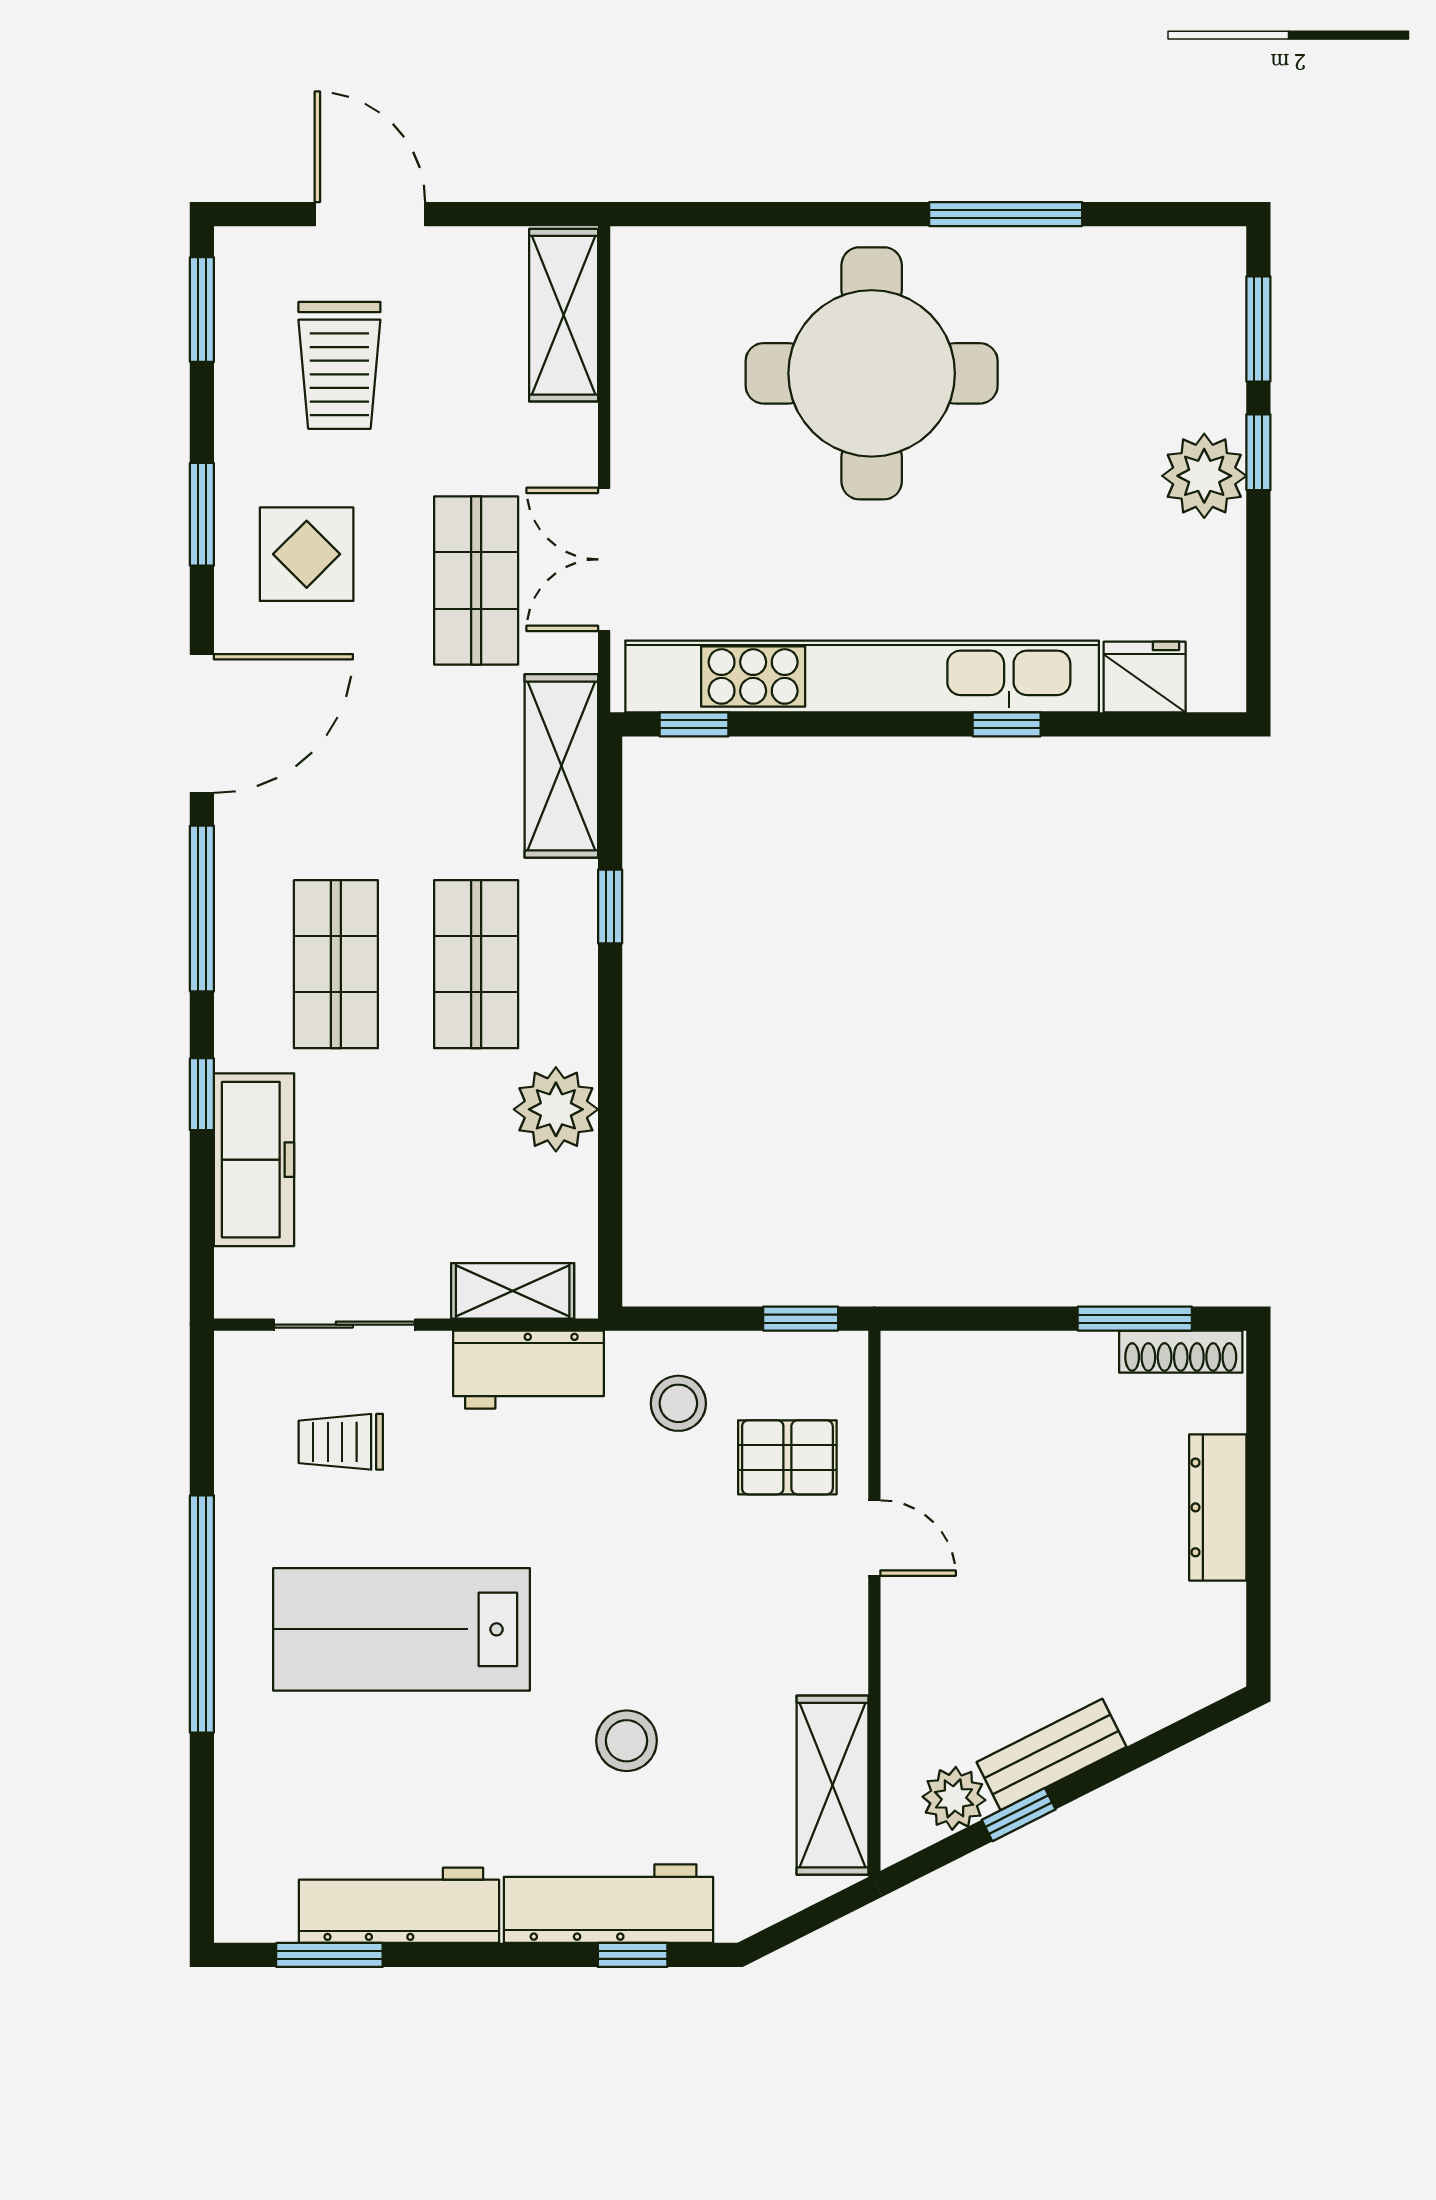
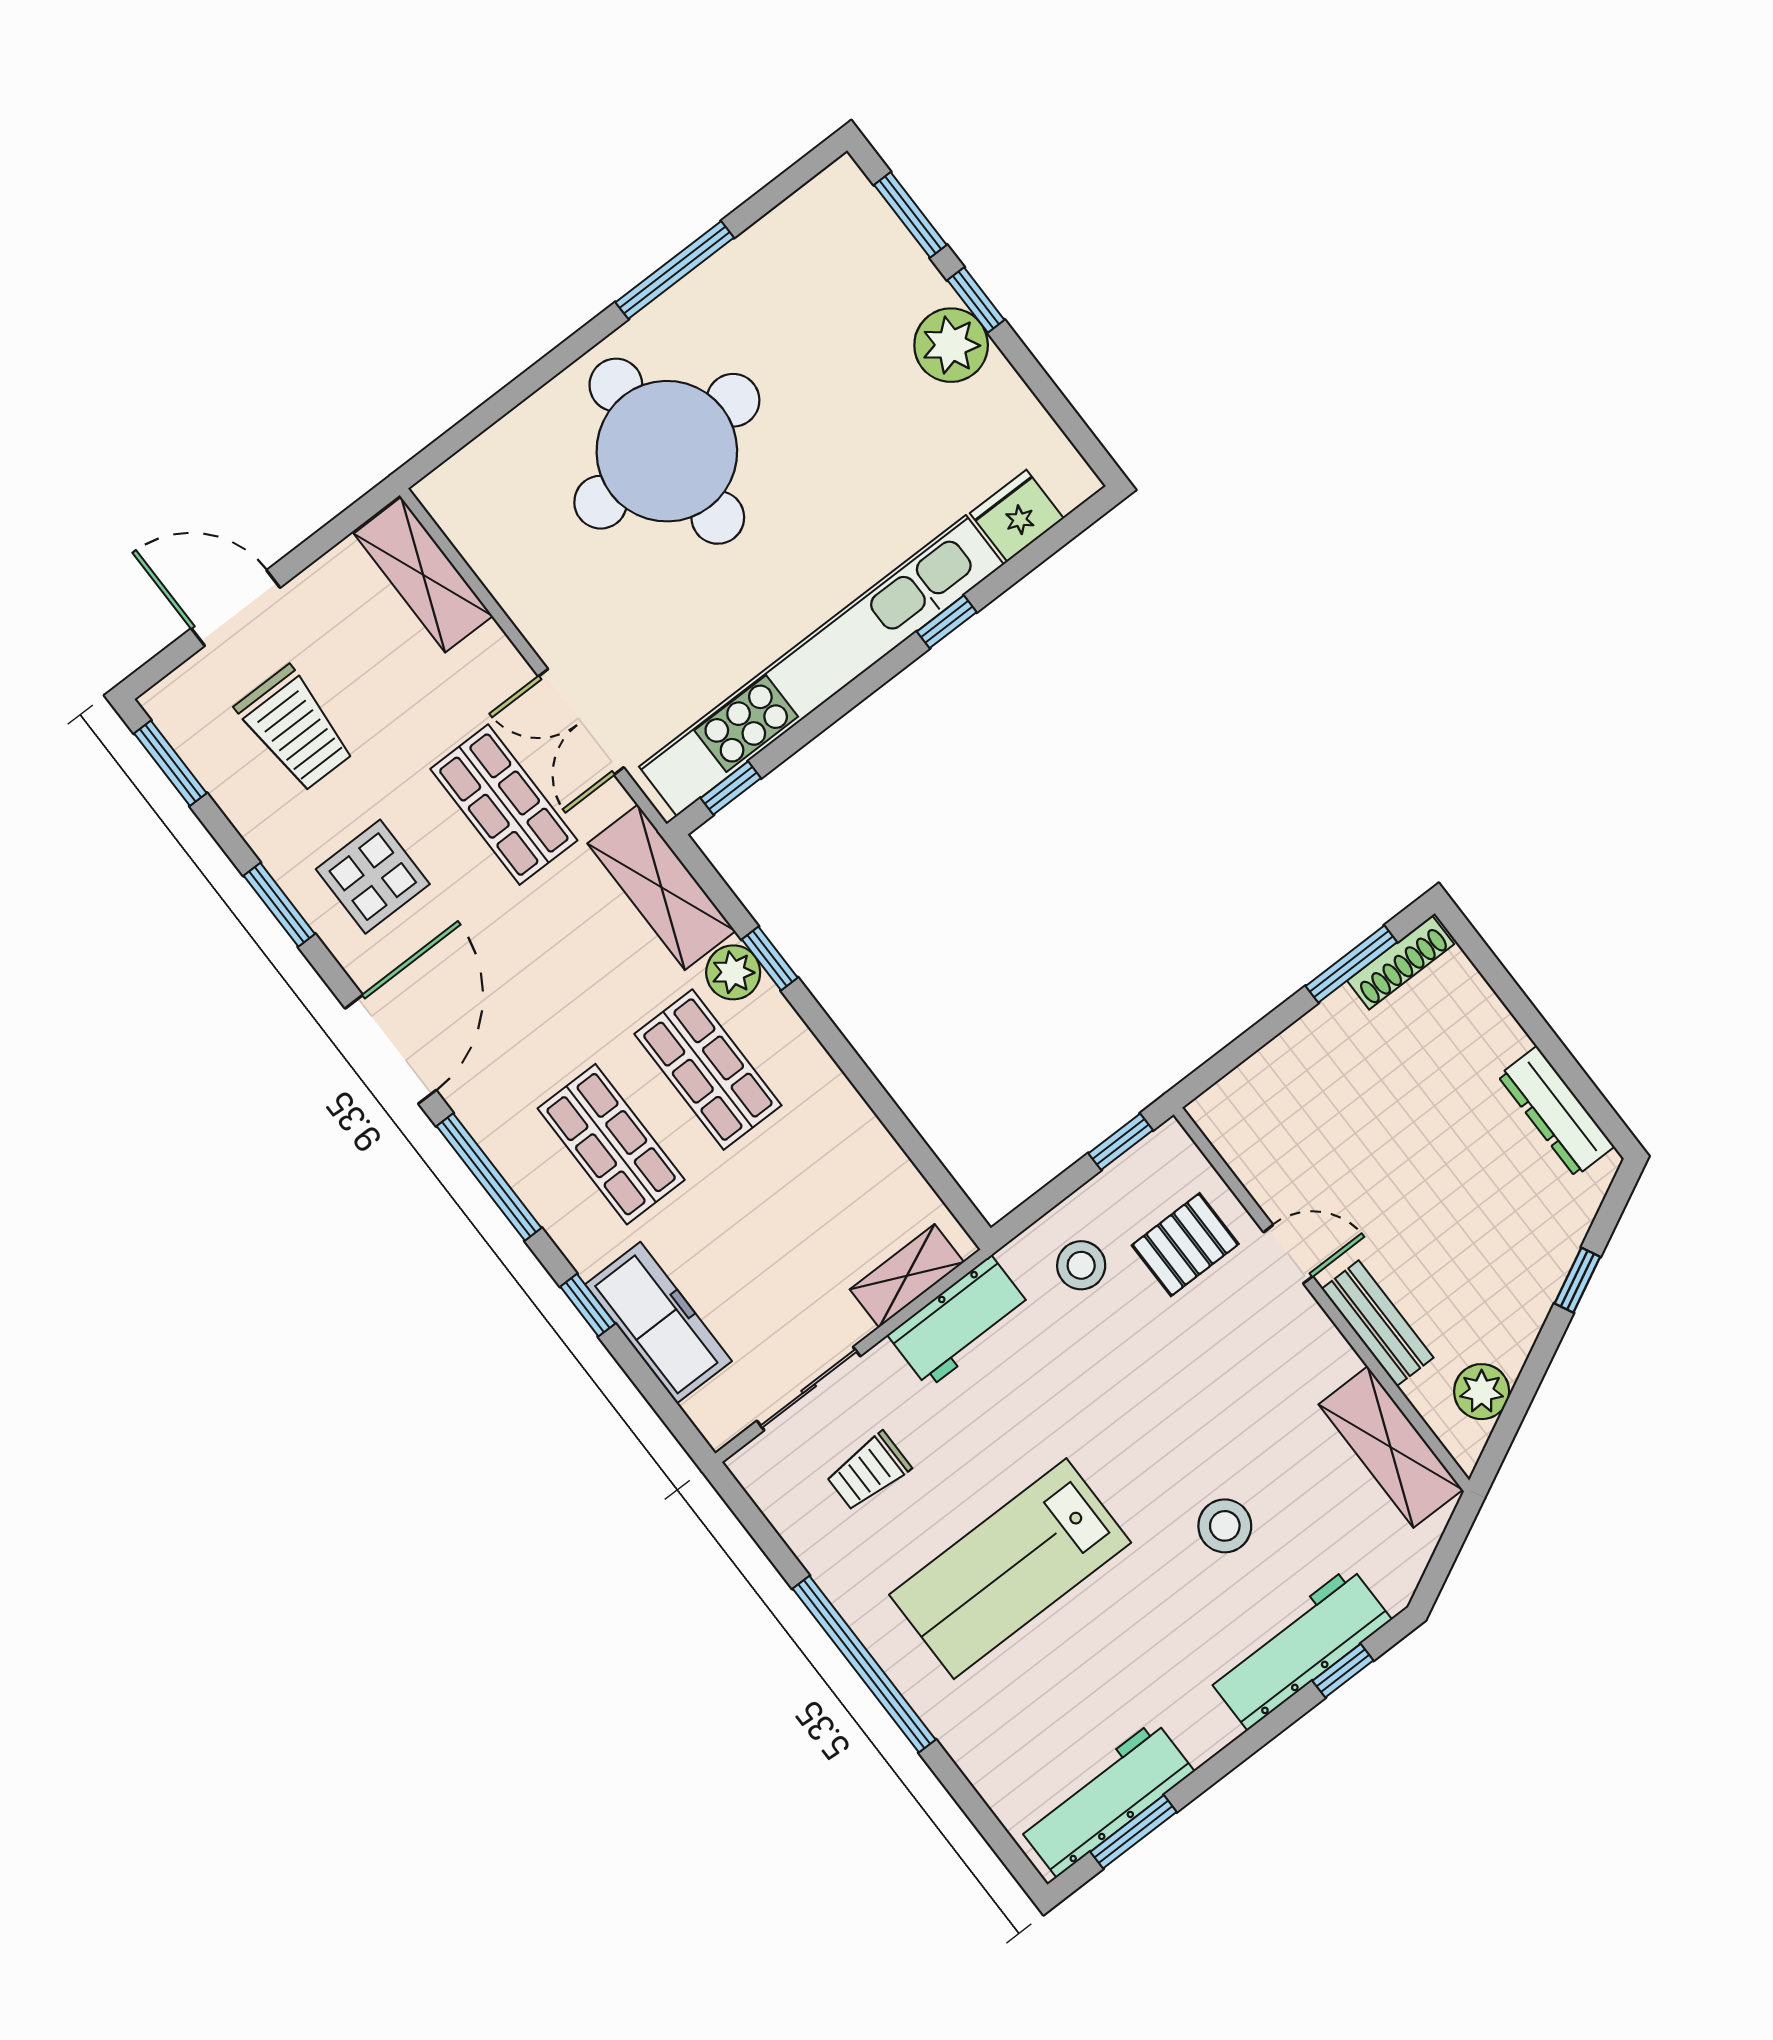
plant: (556, 1109) -> (733, 972), moved, width x0.73, depth x0.73
dresser: (1218, 1507) -> (1556, 1111), moved
bench: (1052, 1754) -> (1378, 1323), moved, turned -63
window: (1019, 1815) -> (1577, 1280), moved
workbench: (399, 1905) -> (1106, 1799), moved

